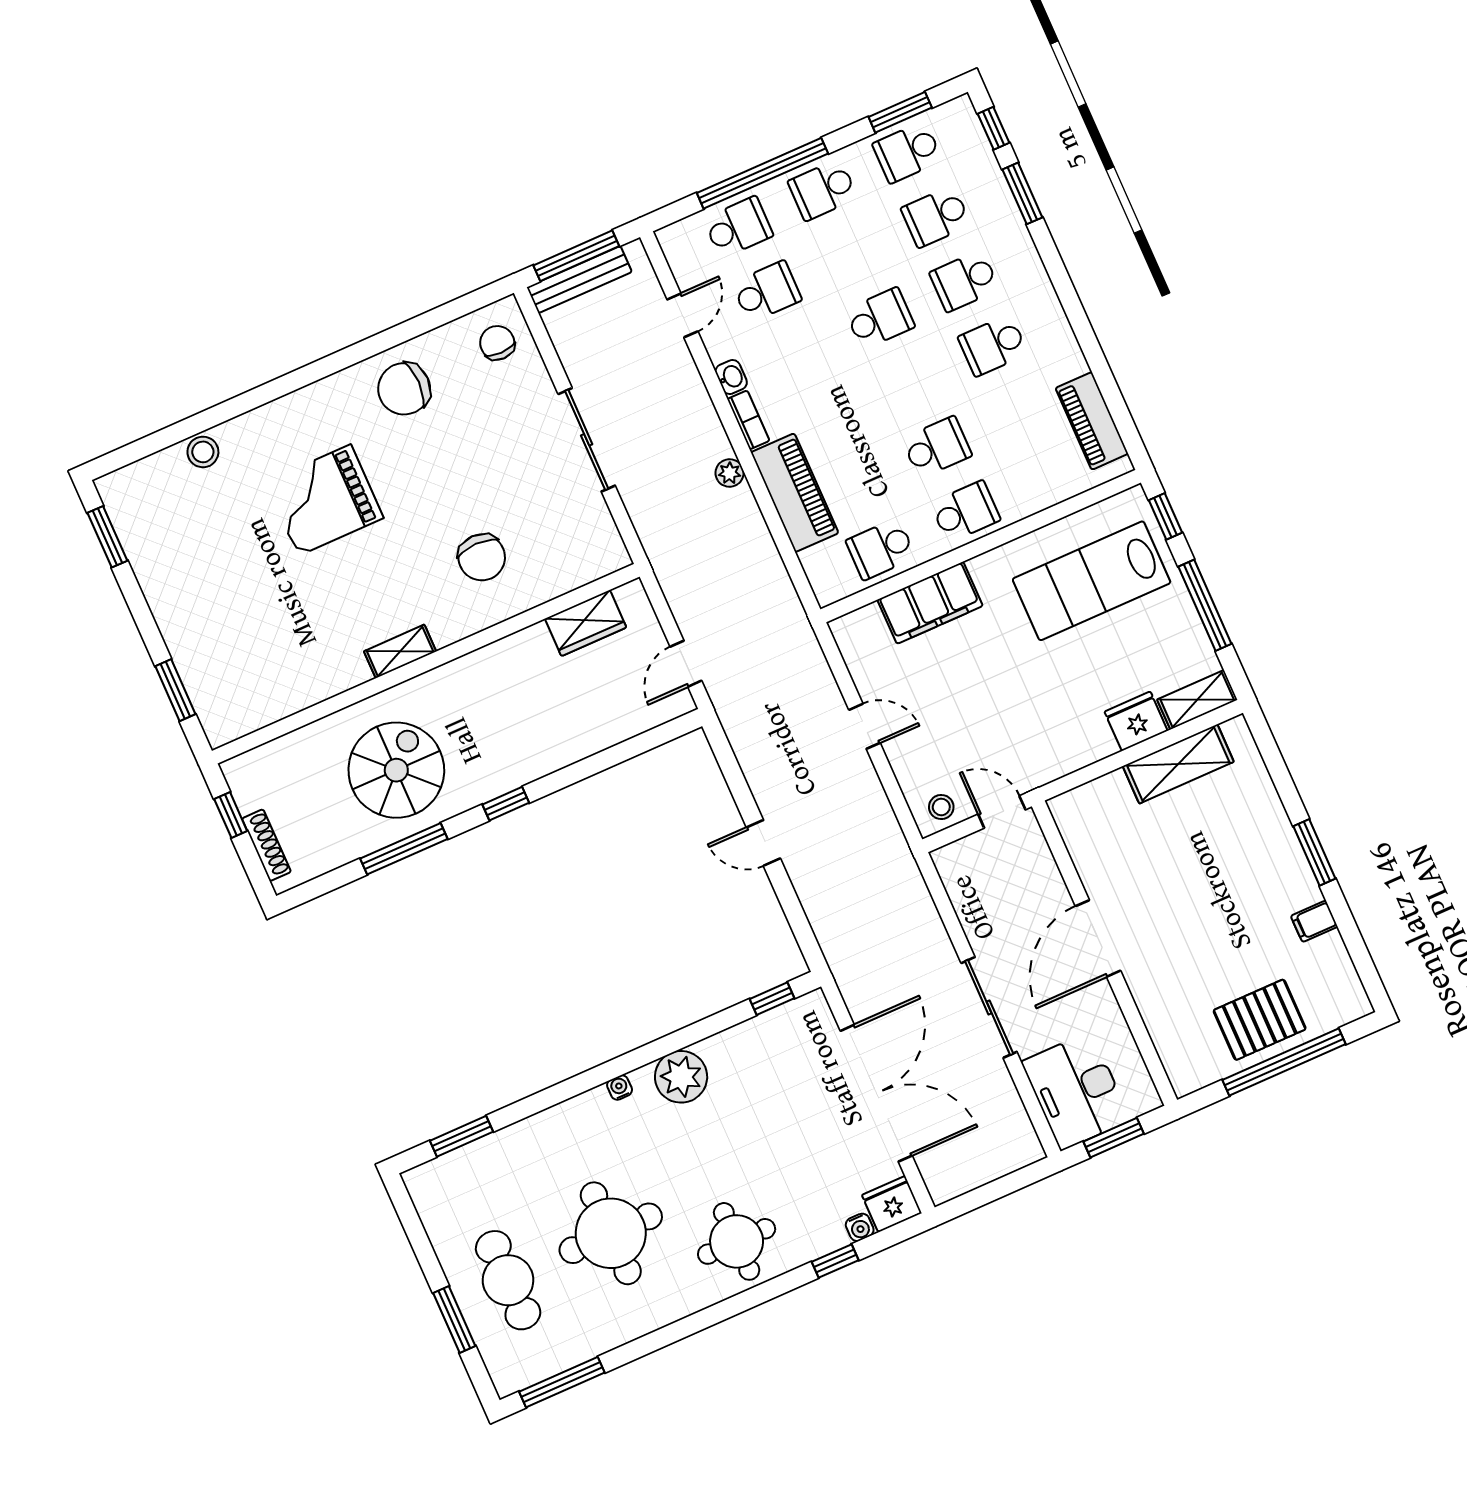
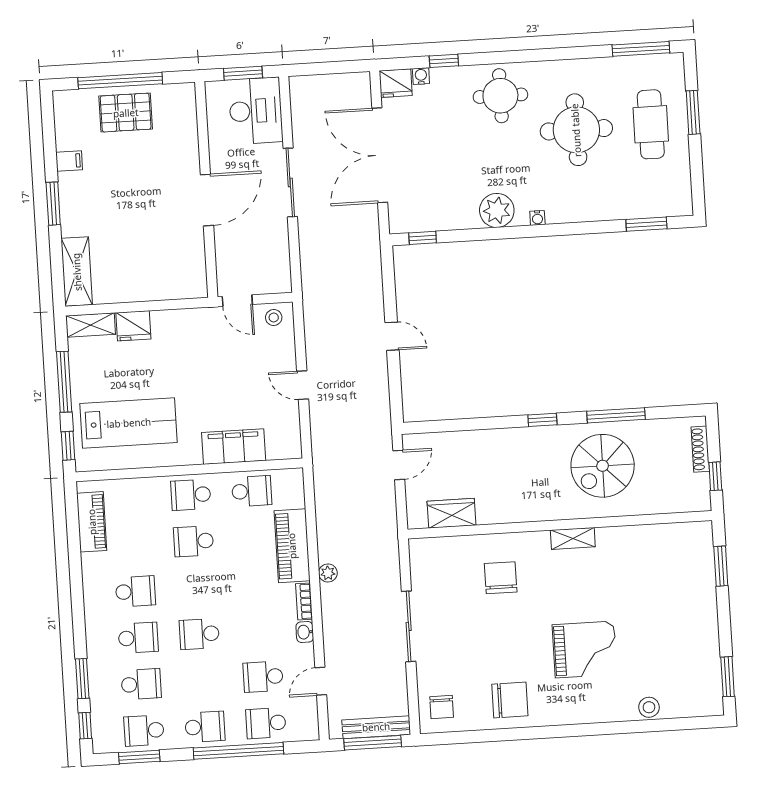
school desk: (907, 152) -> (144, 731), turned 180
shelving: (1178, 764) -> (77, 272), moved, turned 90

